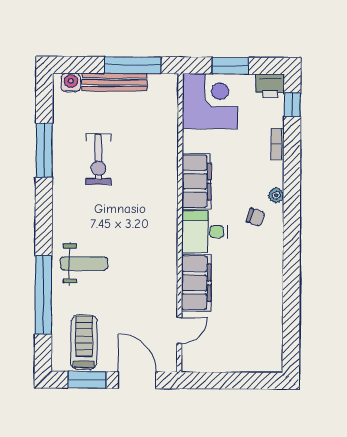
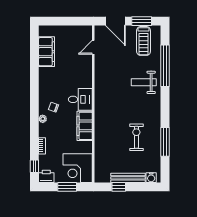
window: (132, 65) -> (119, 187), width x0.46
filing cabinet: (196, 283) -> (47, 52), moved, turned 180

